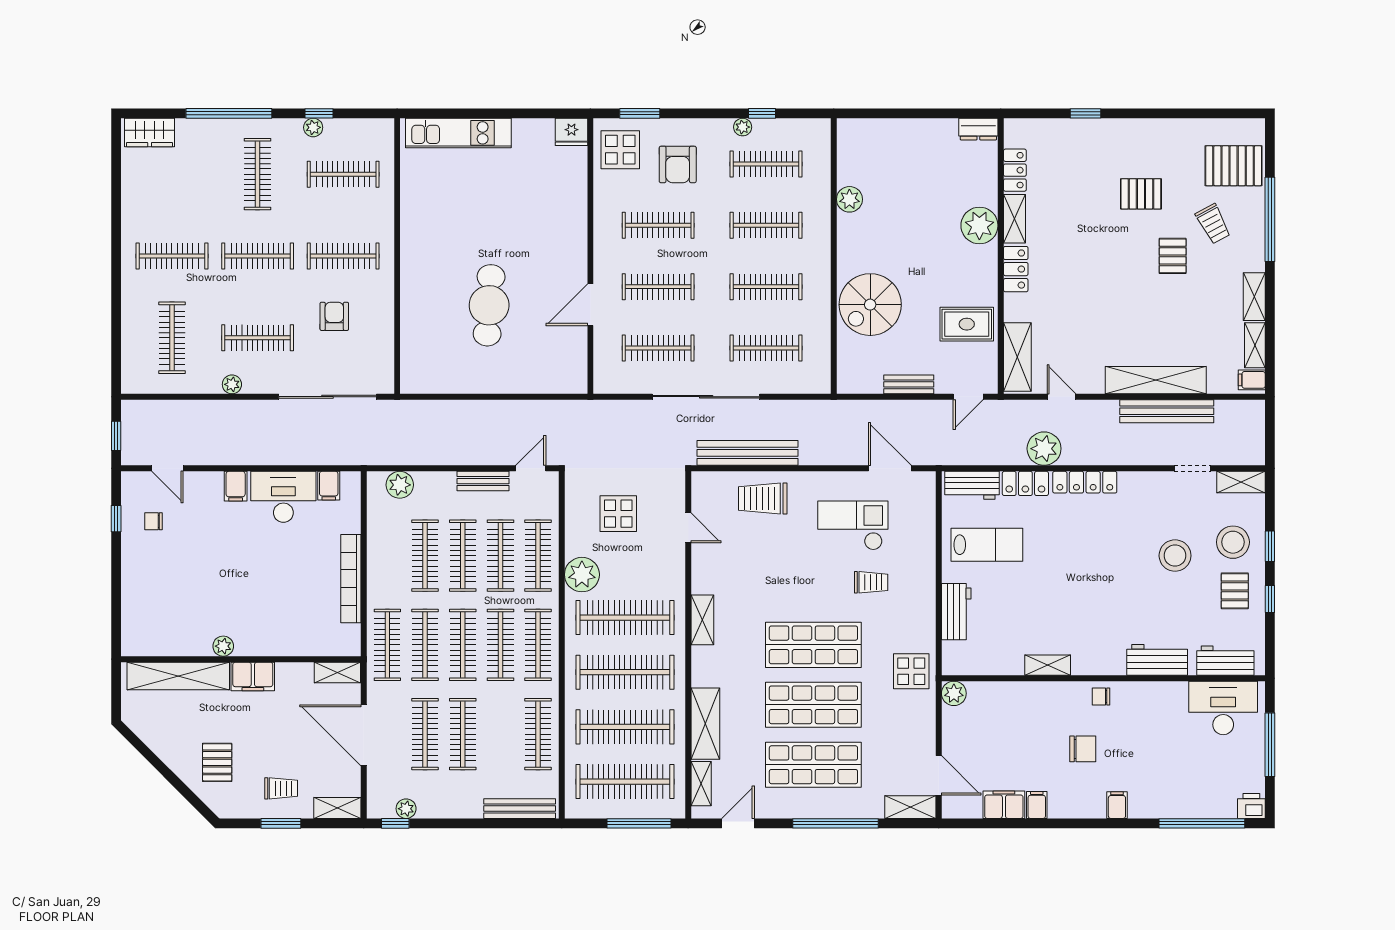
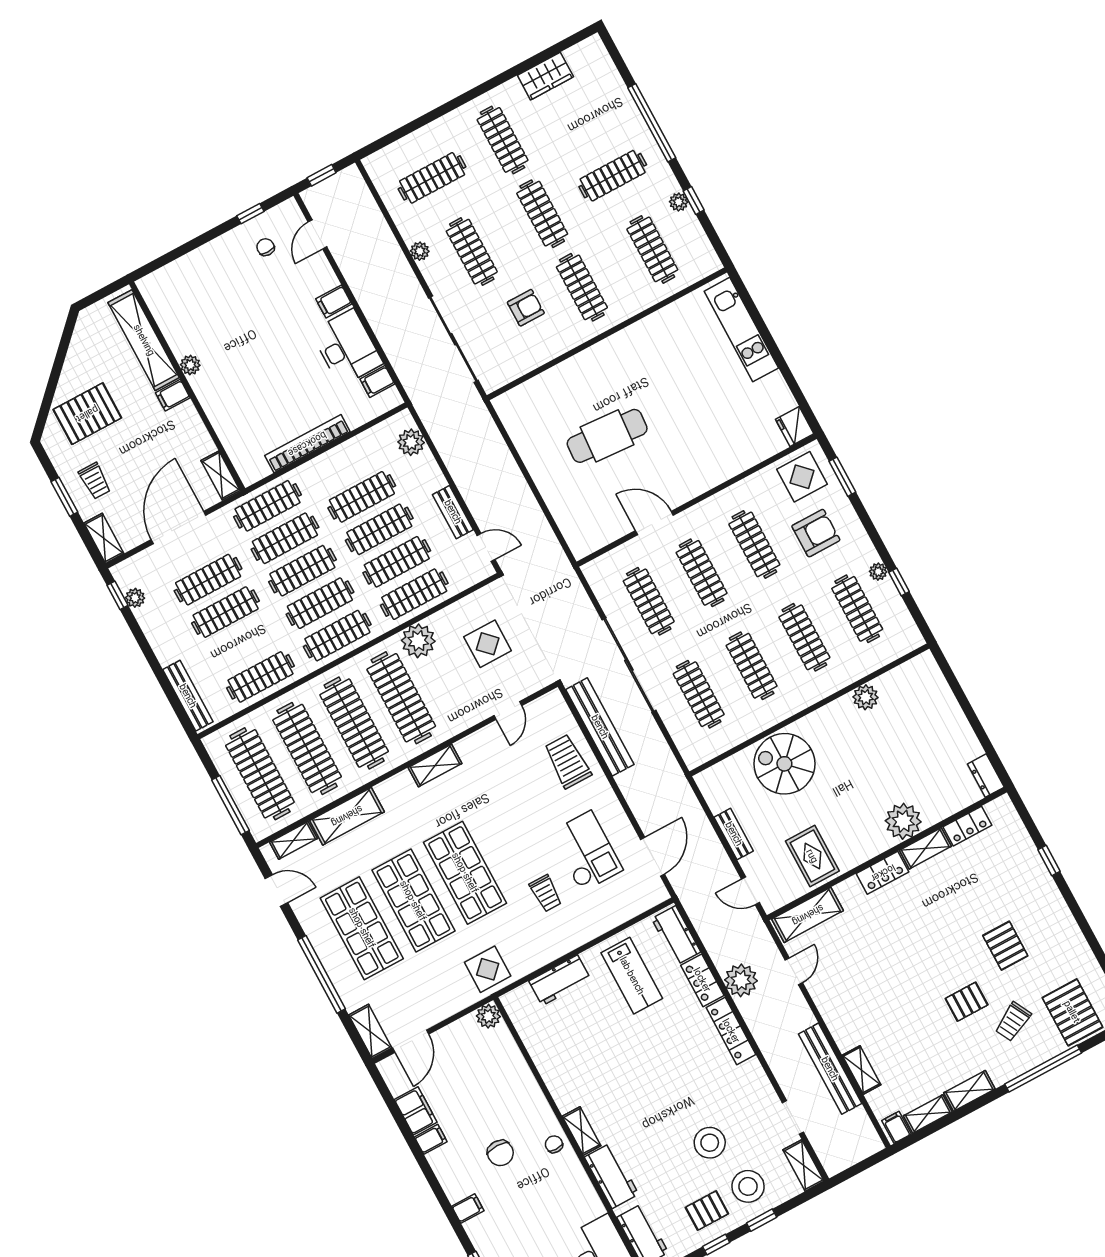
wardrobe: (150, 132) -> (545, 76), moved, turned -90
armchair: (678, 164) -> (816, 533), turned 180
shelving: (1156, 380) -> (862, 1070), width x0.45, depth x0.75
shelving: (1048, 665) -> (582, 1131), moved
filing cabinet: (253, 676) -> (173, 395), width x0.50
pallet: (217, 762) -> (87, 414), width x1.50, depth x1.42

